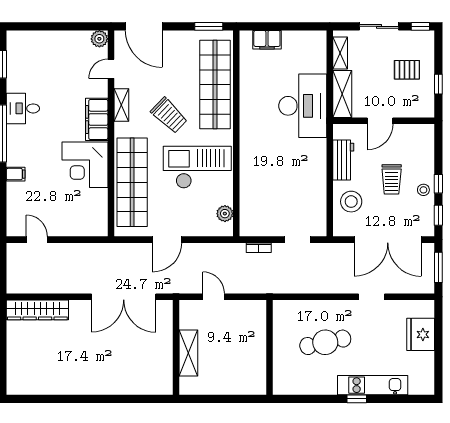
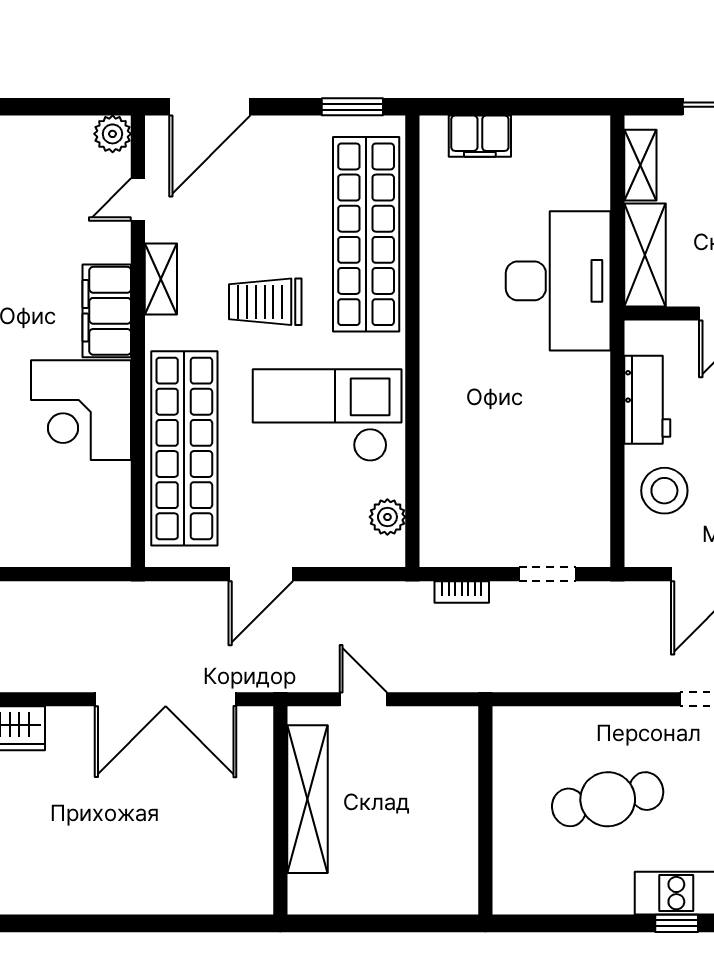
door: (144, 26) -> (210, 107), hinge flipped
trolley: (169, 115) -> (265, 302), turned 136
shelving: (188, 353) -> (308, 799), width x1.47

